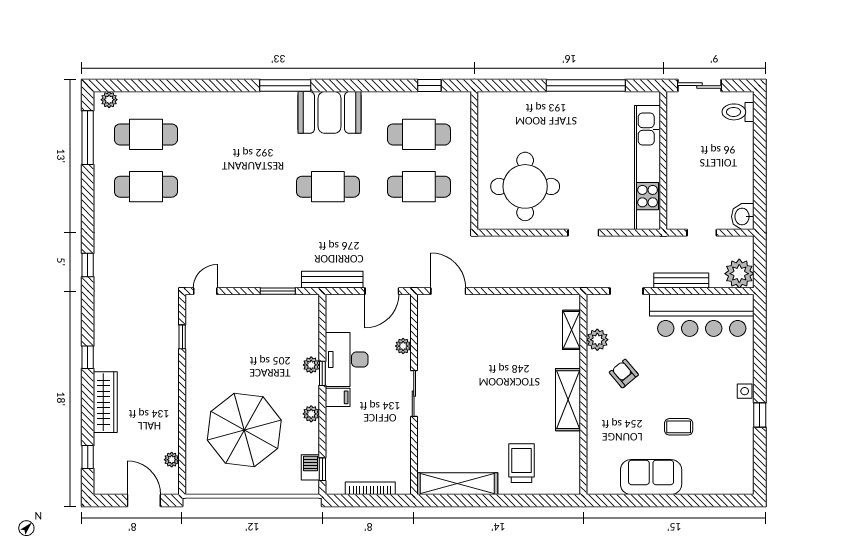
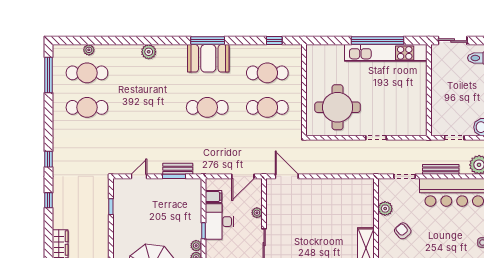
window: (285, 86) -> (208, 41), moved
plant: (109, 100) -> (89, 50), moved
plant: (239, 103) -> (149, 52), added
kitchen unit: (648, 168) -> (386, 53), moved, turned -90
bench: (332, 280) -> (178, 169), moved, width x0.73
door: (205, 291) -> (139, 176), moved
shelving: (572, 330) -> (368, 202), removed
window: (88, 357) -> (48, 200), moved
plant: (311, 365) -> (196, 246), moved
filing cabinet: (338, 397) -> (214, 197), moved

